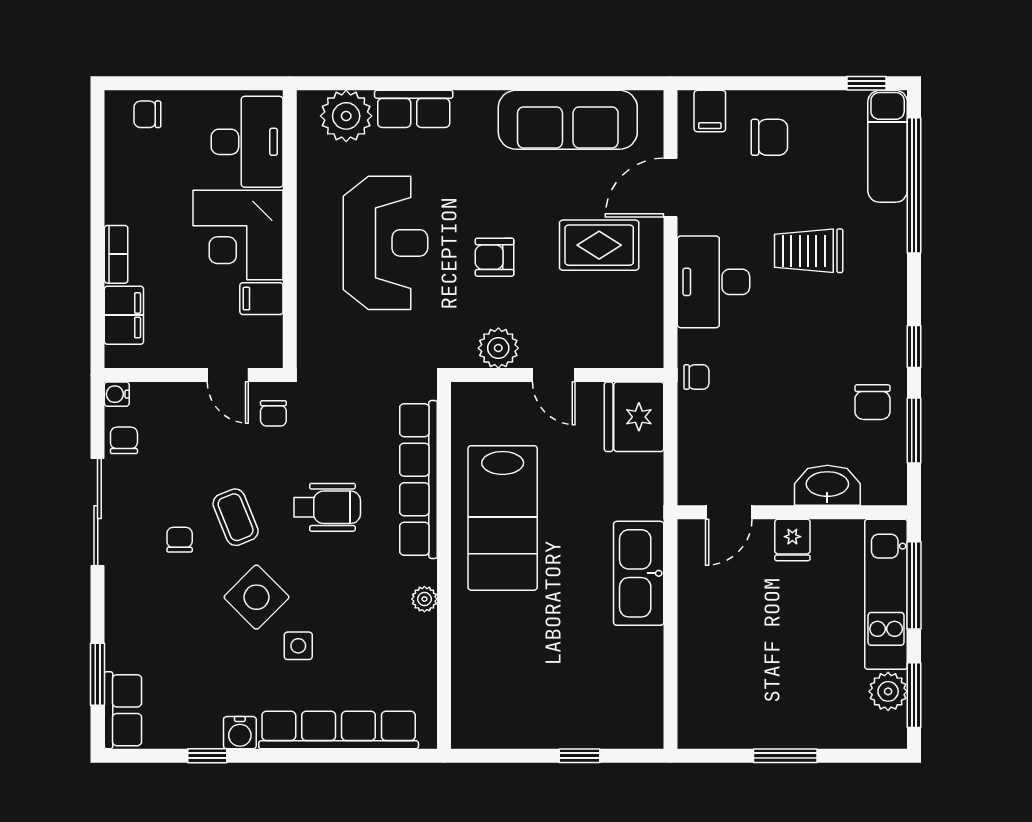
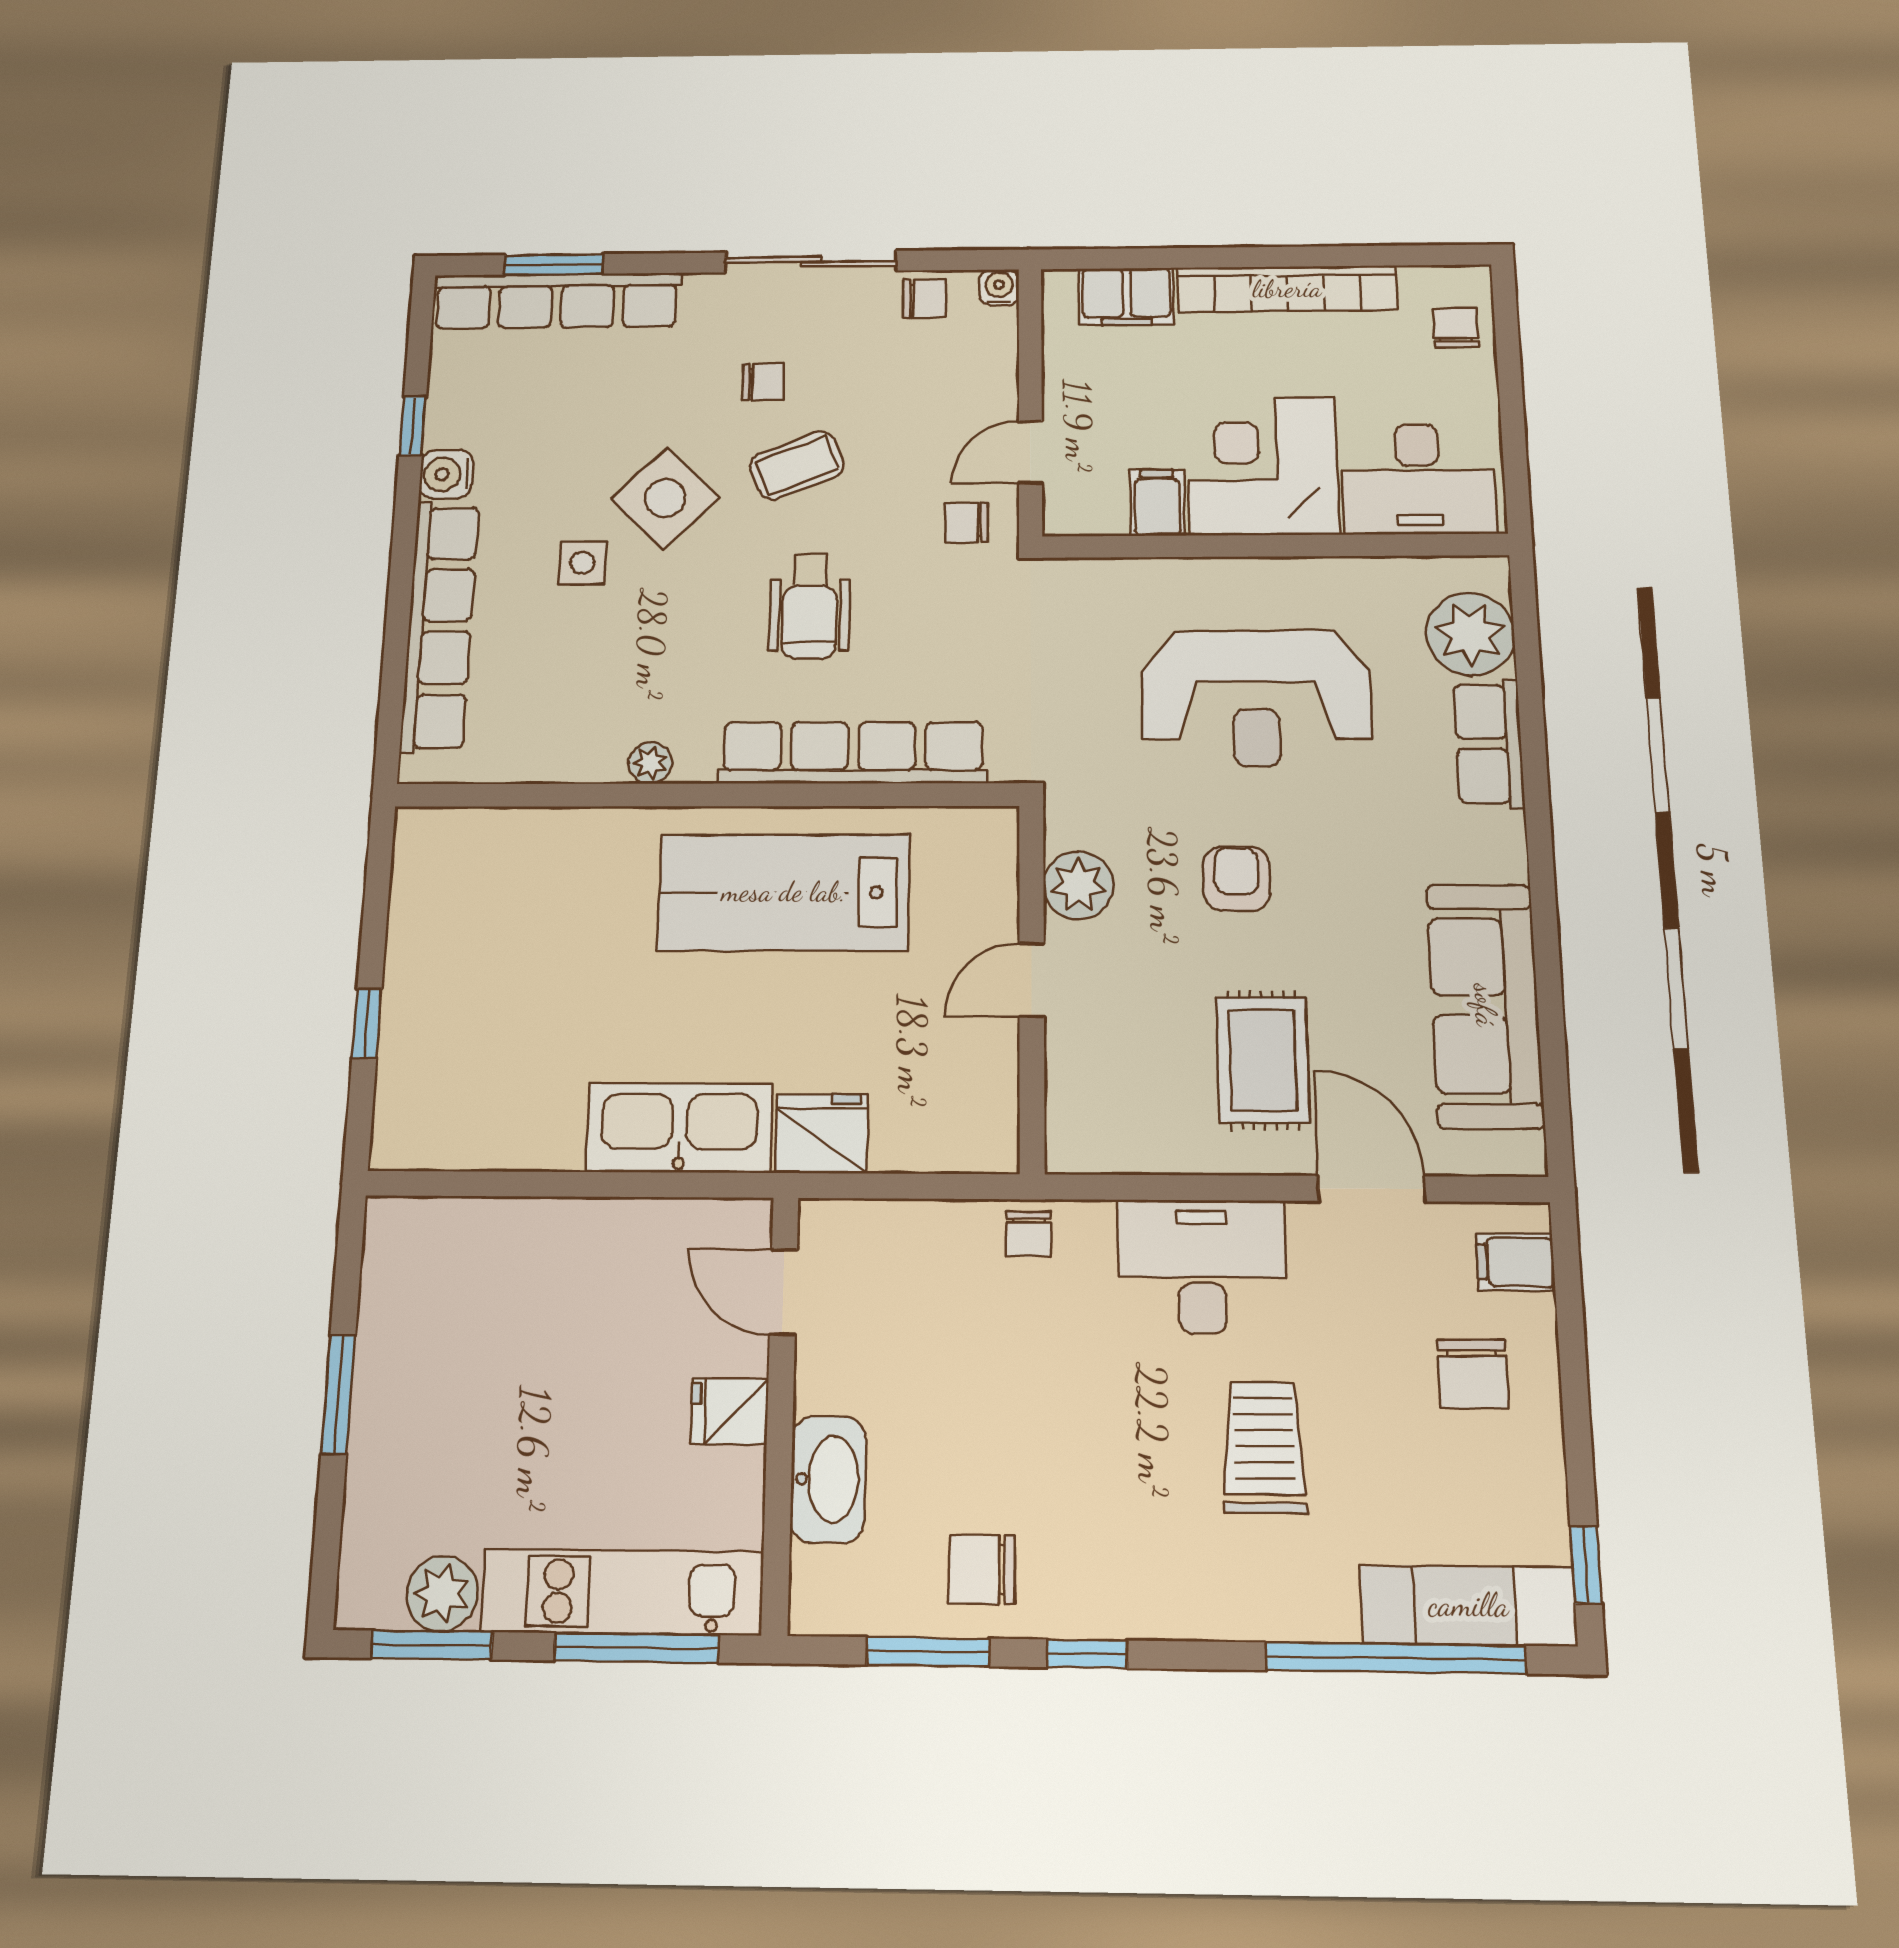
bookcase: (116, 254) -> (1287, 289), width x2.31, depth x1.31
fridge: (634, 417) -> (822, 1134), moved, width x0.73, depth x0.75
row of seats: (123, 710) -> (557, 301), width x2.02

